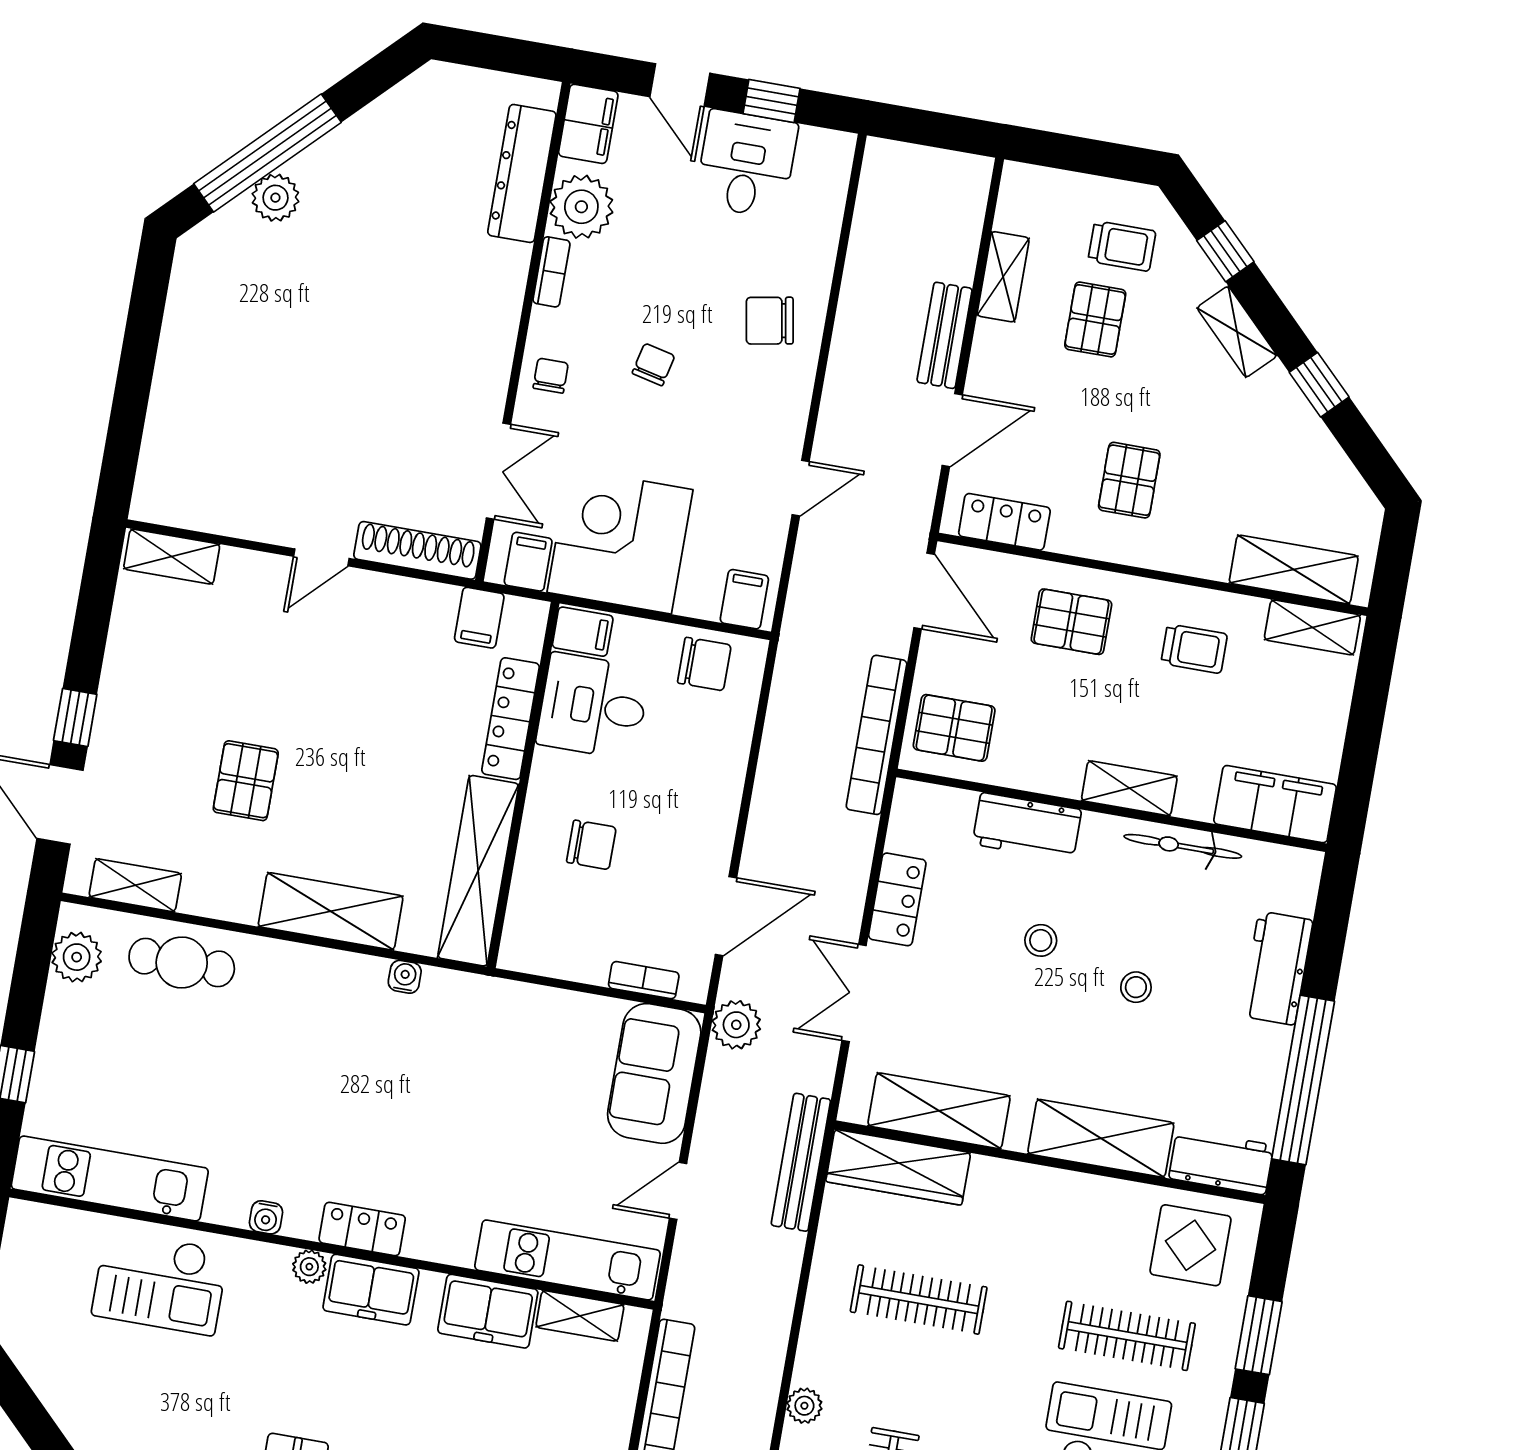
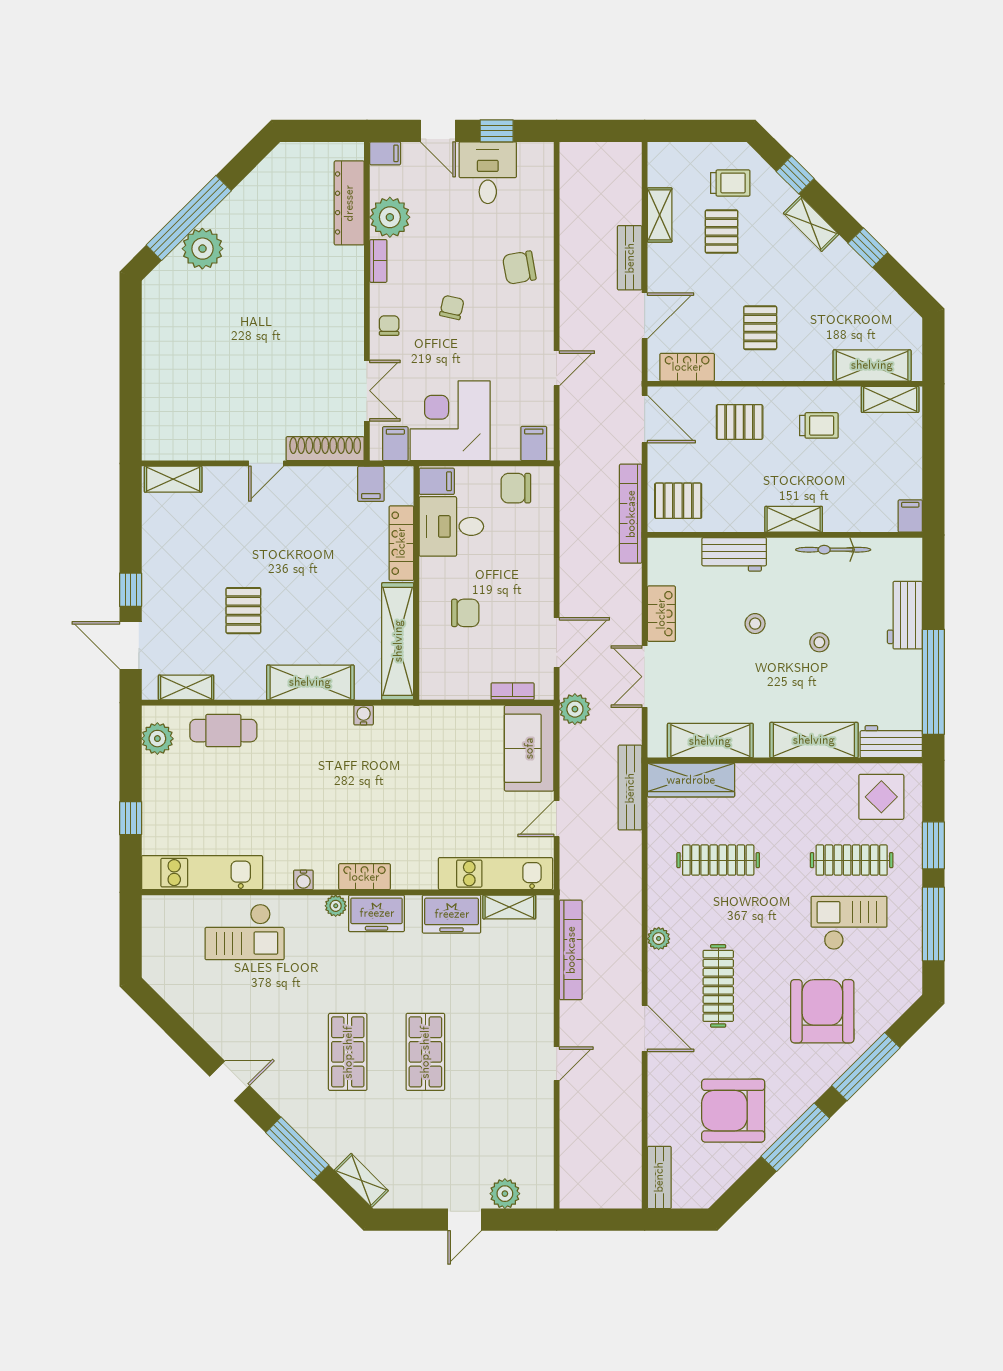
filing cabinet: (588, 124) -> (385, 153), width x0.50
plant: (275, 198) -> (202, 249), width x1.36, depth x1.36
chair: (704, 664) -> (516, 488), turned 180
filing cabinet: (1275, 804) -> (910, 516), width x0.33, depth x0.86

